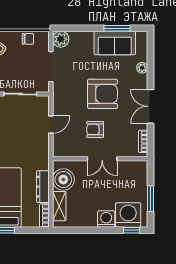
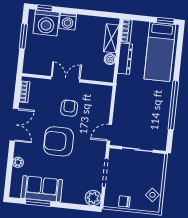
door: (51, 125) -> (109, 133), moved
armchair: (95, 129) -> (69, 108), turned -89
boiler: (63, 180) -> (110, 59), width x0.54, depth x0.54

